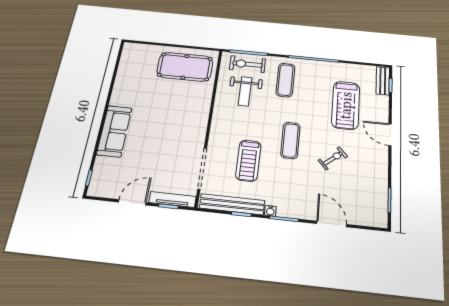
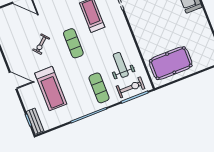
treadmill: (346, 105) -> (51, 89), turned 180

